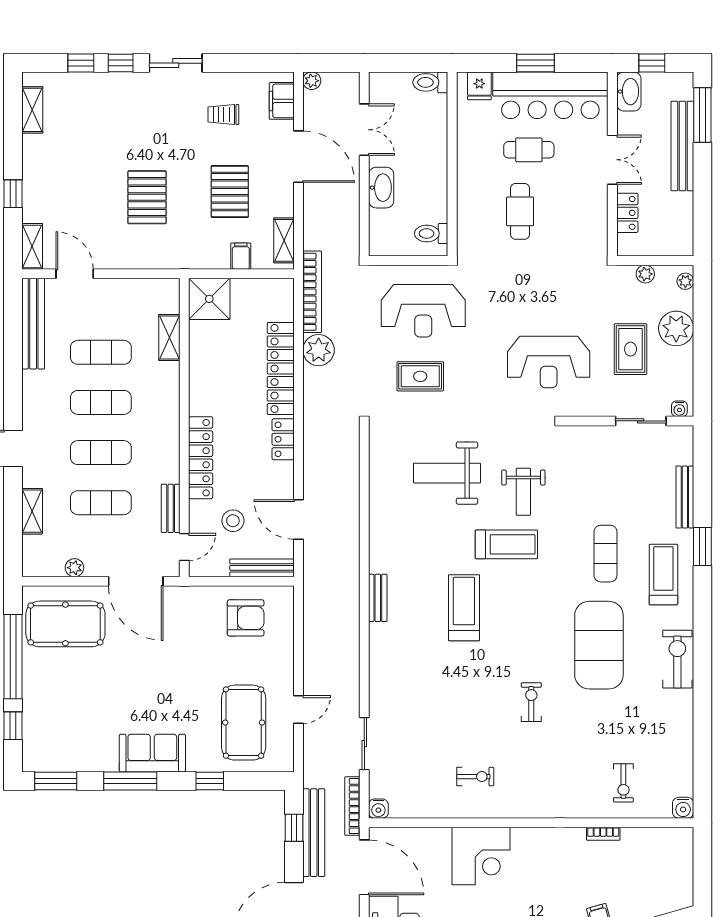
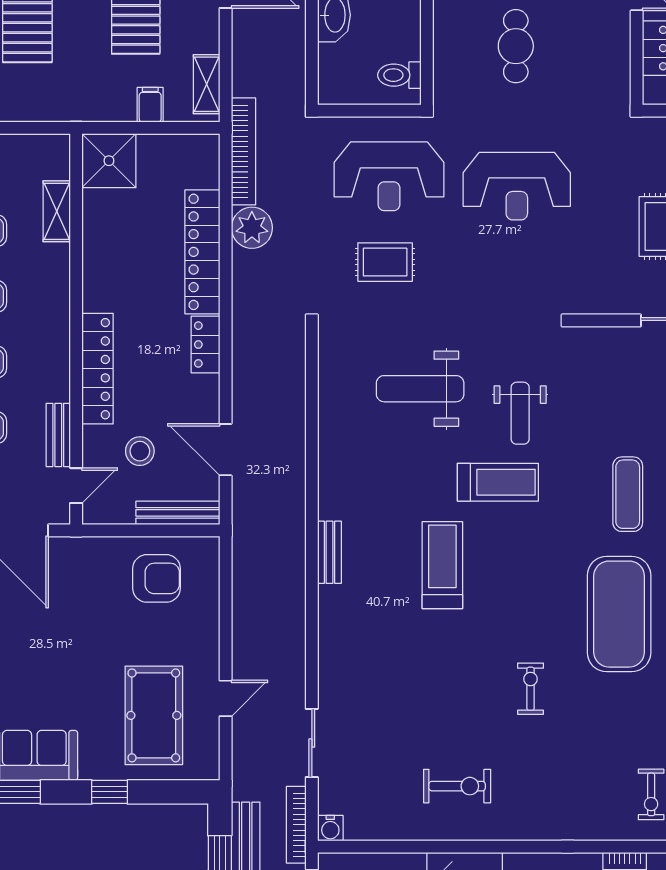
reception desk: (549, 362) -> (517, 186), moved
exercise bike: (475, 777) -> (457, 786), width x1.38, depth x1.39

